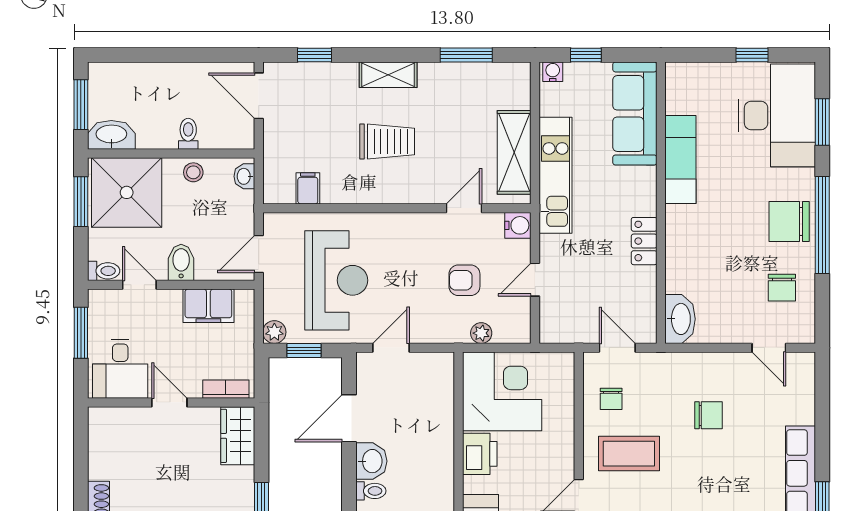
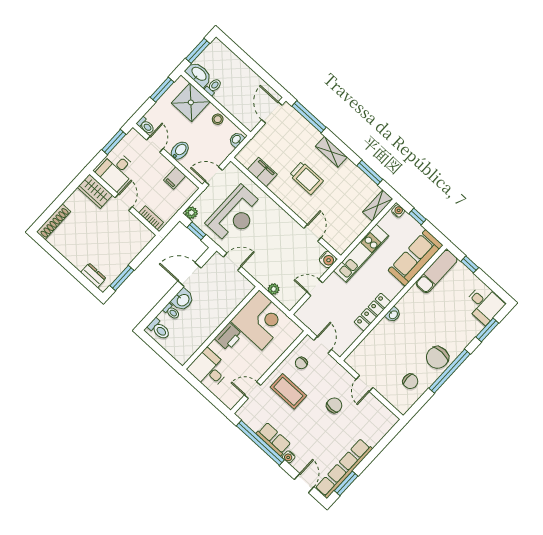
window: (314, 55) -> (309, 117), width x2.17
window: (752, 55) -> (470, 264), moved
desk: (777, 115) -> (484, 304), width x0.53, depth x0.77
toilet: (188, 134) -> (213, 87), moved
shelving: (514, 152) -> (378, 206), moved, width x0.67, depth x0.75
exam couch: (680, 159) -> (437, 271), moved
filing cabinet: (308, 188) -> (262, 172), width x2.00
shower: (127, 192) -> (191, 102), width x0.73, depth x0.73
door: (464, 208) -> (313, 233), hinge flipped
chair: (789, 221) -> (437, 357), turned -90
locker: (644, 241) -> (372, 312), width x1.53
armchair: (464, 280) -> (286, 262), removed
chair: (782, 288) -> (410, 381), turned -90
filing cabinet: (208, 306) -> (175, 178), width x0.50
washbasin: (680, 319) -> (393, 315), moved, width x0.52, depth x0.69
door: (769, 348) -> (364, 383), moved
chair: (709, 415) -> (334, 405), turned -90
wardrobe: (238, 436) -> (95, 191), moved, turned -90

